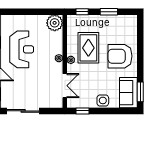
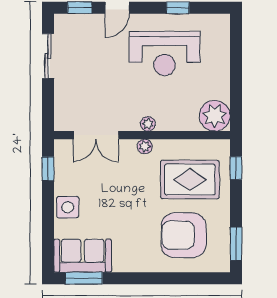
window: (109, 12) -> (236, 244), moved
rug: (88, 48) -> (190, 180), moved
armchair: (120, 56) -> (183, 235), moved, turned -90
sliding door: (23, 111) -> (48, 56), width x0.73

